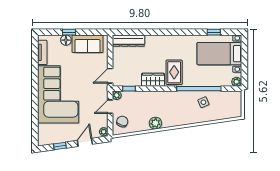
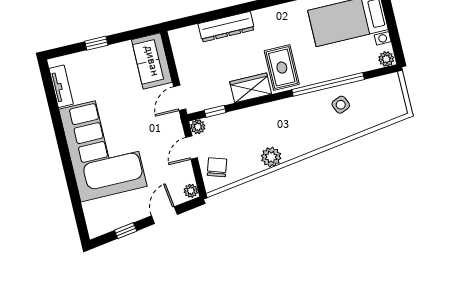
floor lamp: (66, 40) -> (95, 57), removed
dresser: (128, 41) -> (226, 27), moved
sofa: (88, 44) -> (152, 61), moved, turned 90

